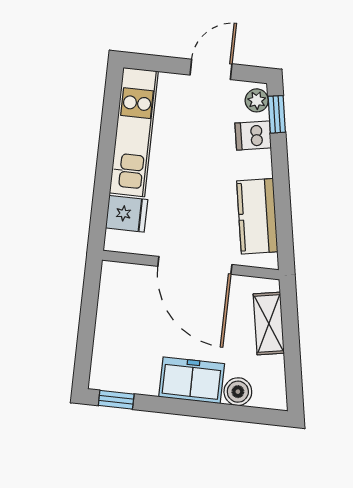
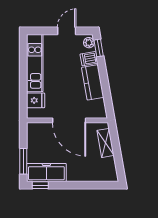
kitchen counter: (257, 216) -> (93, 82), moved
window: (85, 344) -> (23, 161), added
freezer: (192, 380) -> (46, 172), moved, width x1.40
boiler: (238, 392) -> (95, 175), removed

